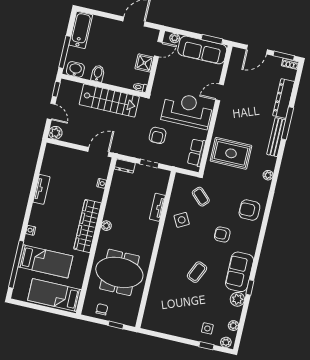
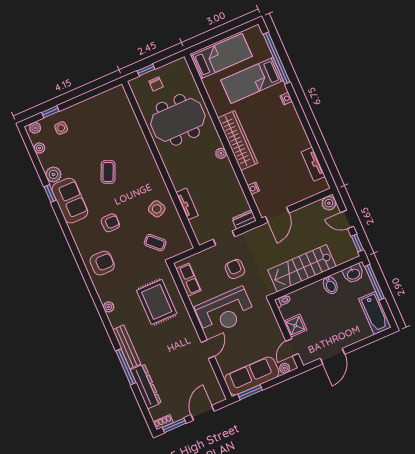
rug: (231, 153) -> (157, 302), turned 90
tv unit: (41, 189) -> (313, 164), moved
chair: (102, 309) -> (156, 84), moved

